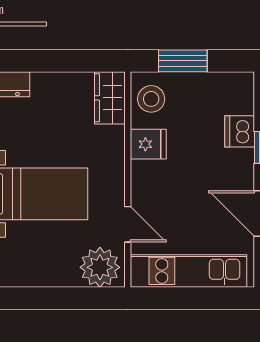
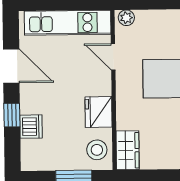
fridge: (148, 144) -> (99, 112), width x1.38
plant: (100, 267) -> (126, 18), width x0.53, depth x0.53

